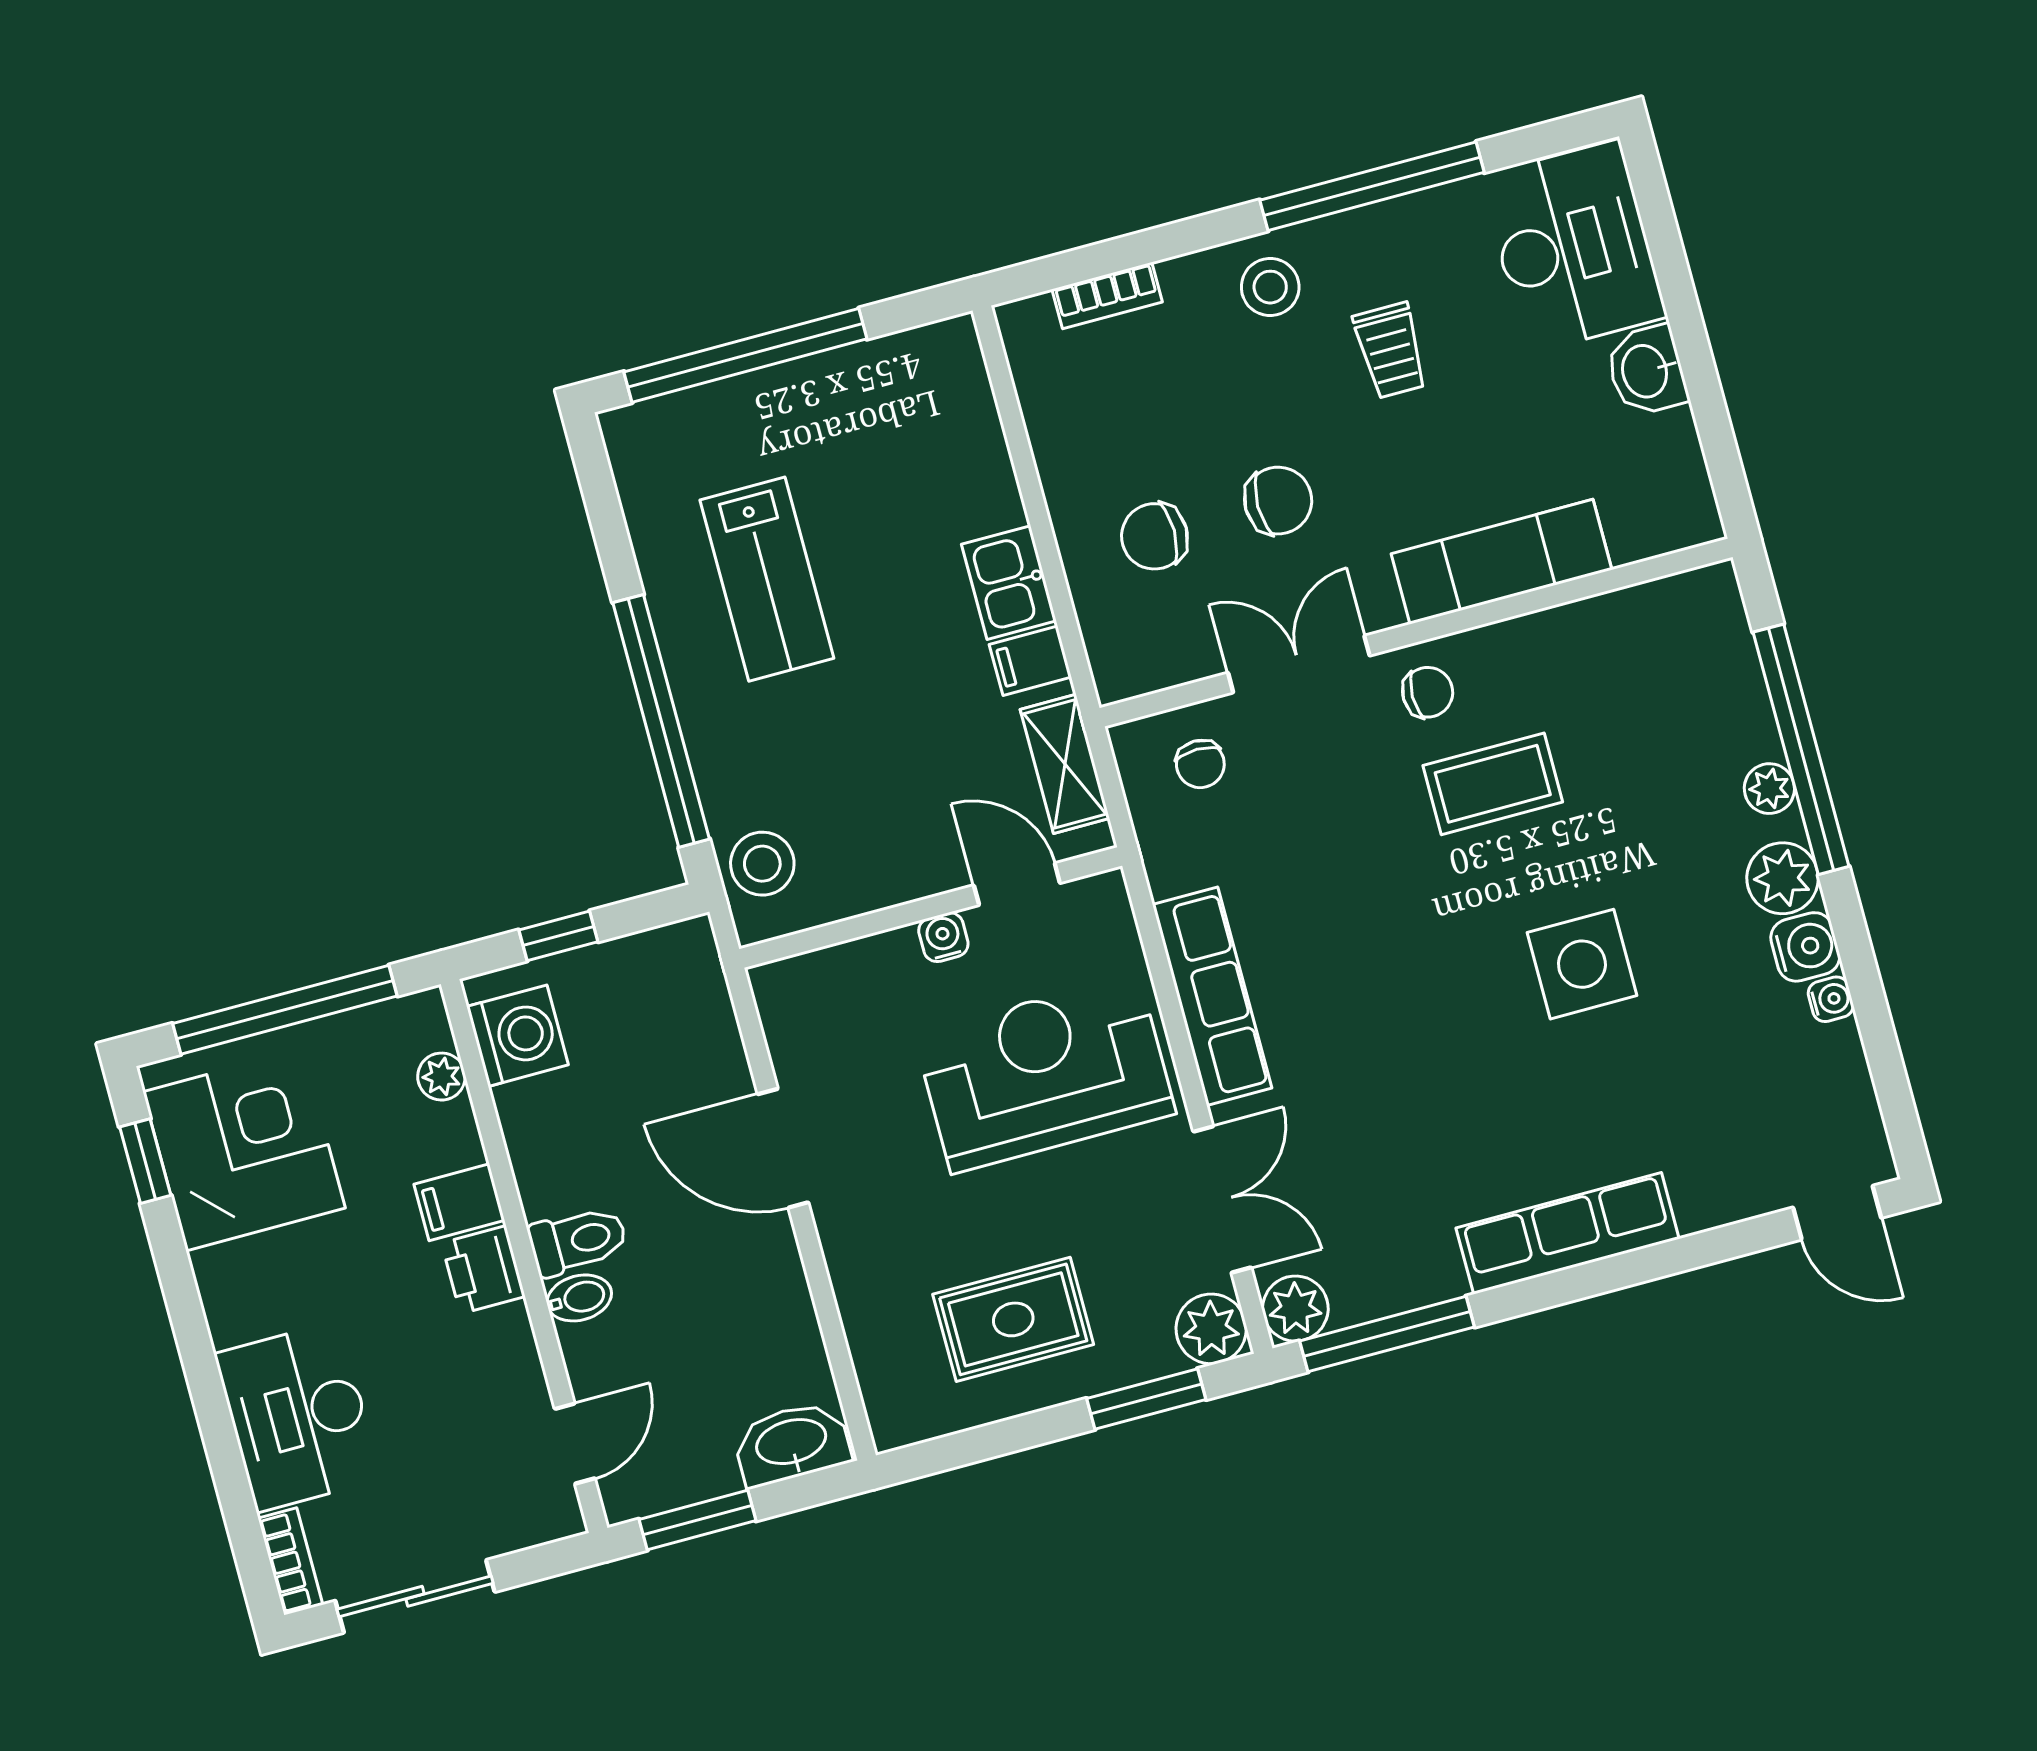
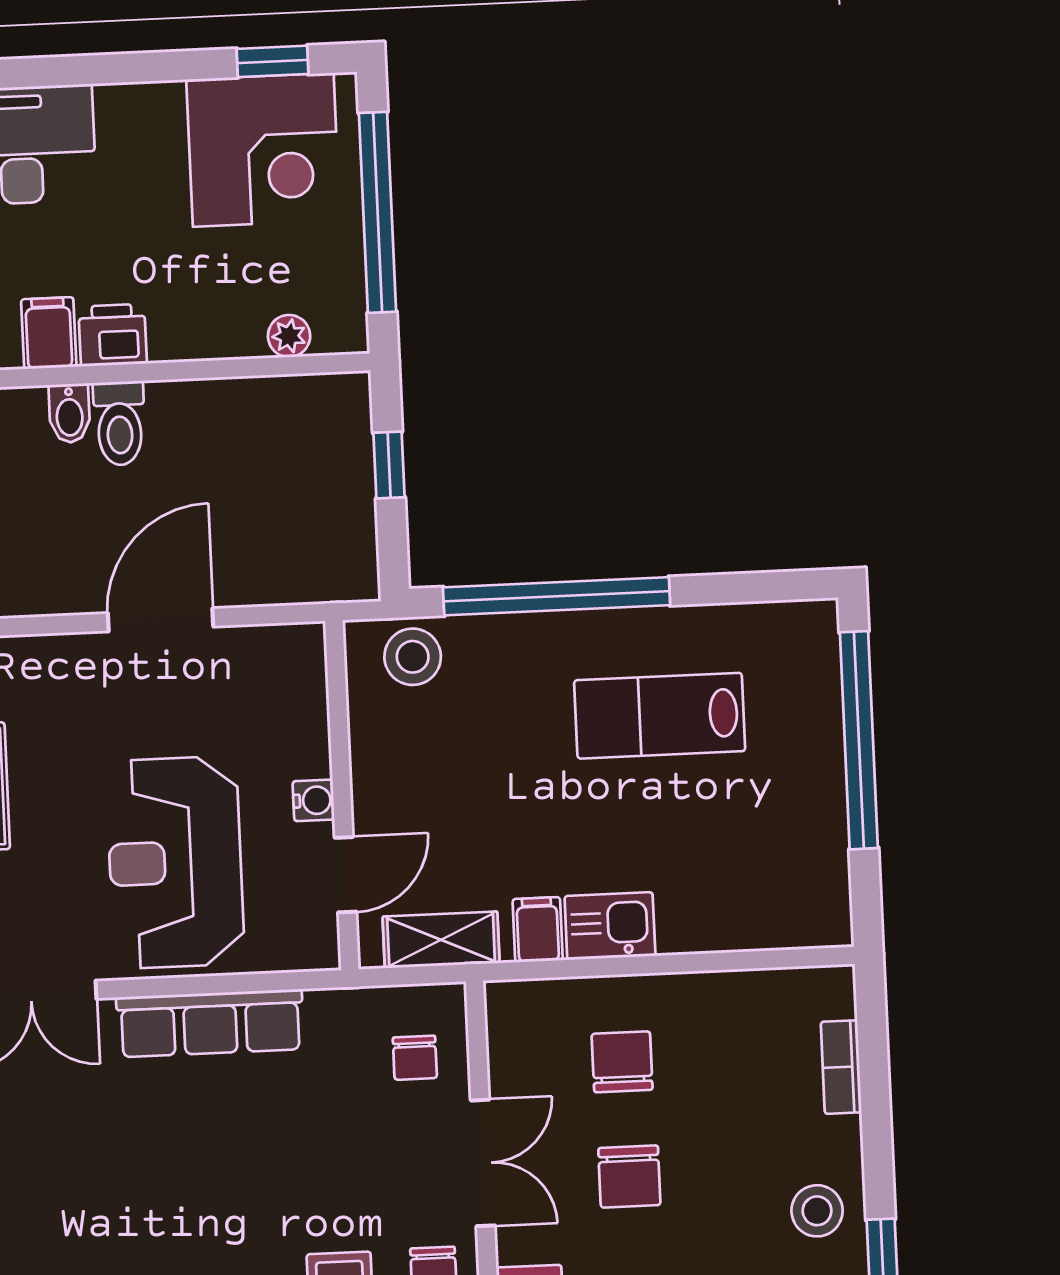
chair: (1200, 764) -> (415, 1058), turned -90
washing machine: (518, 1036) -> (310, 410), removed
reception desk: (1045, 1073) -> (175, 862), turned 180
filing cabinet: (459, 1202) -> (49, 333), moved

